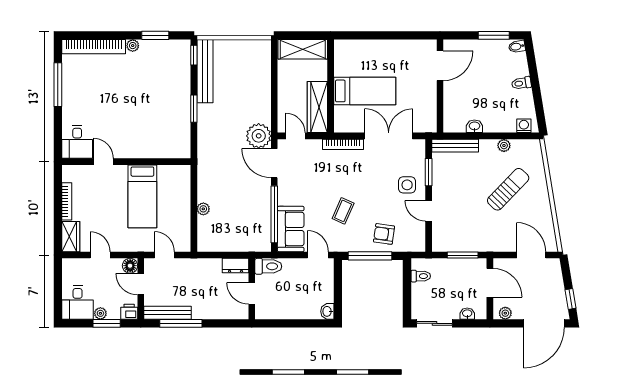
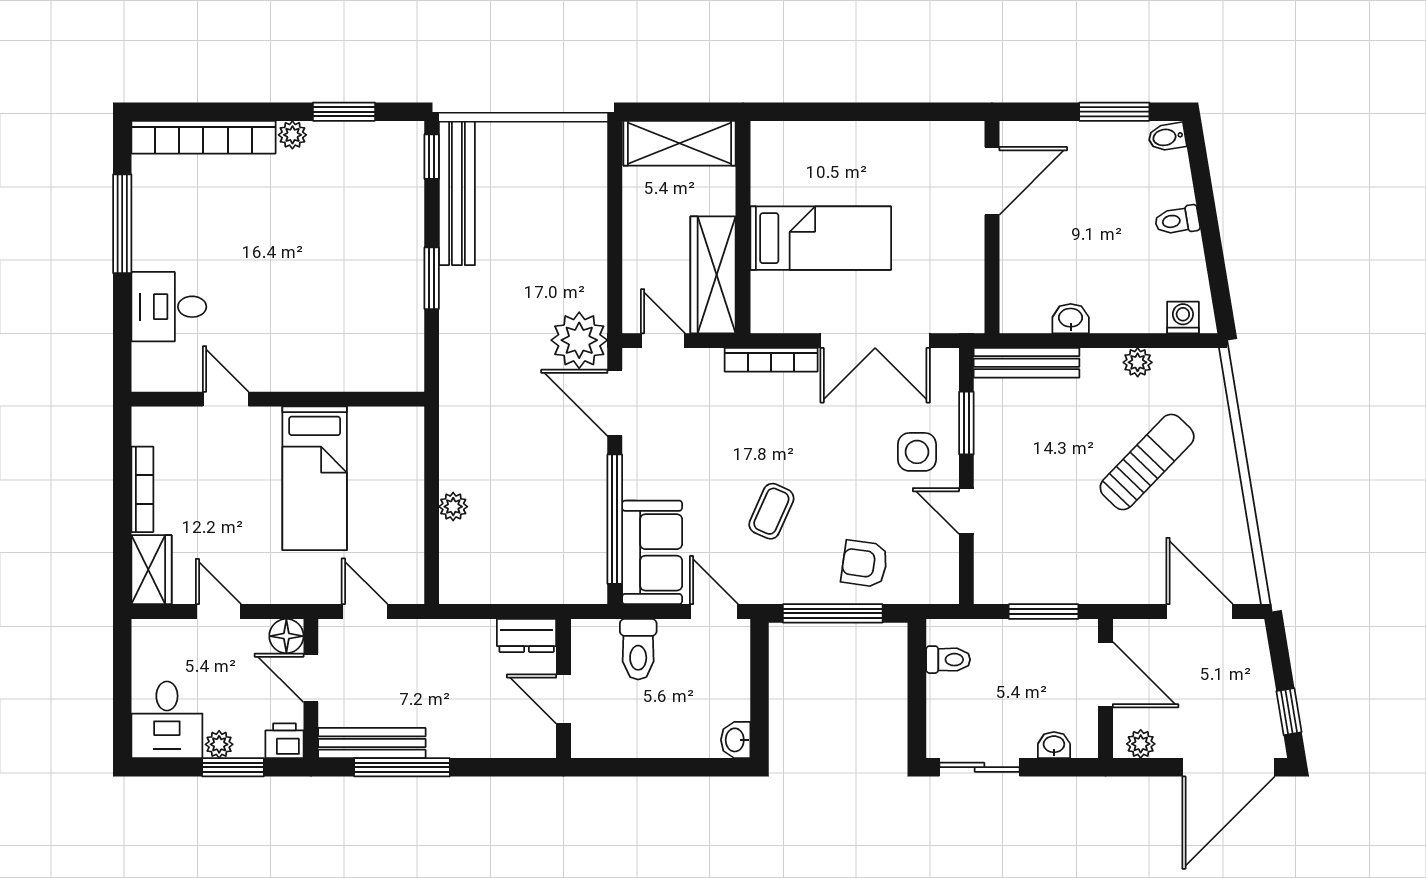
double door: (389, 136) -> (875, 341), swing flipped
desk: (77, 142) -> (169, 307), moved, turned 90
toilet: (268, 266) -> (638, 649), moved, turned 90

